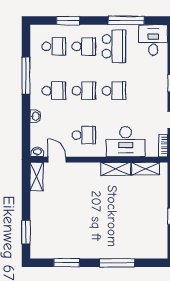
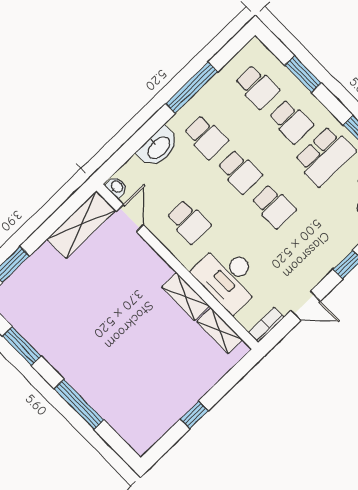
washbasin: (35, 116) -> (158, 147), width x1.91, depth x1.45
shelving: (36, 177) -> (81, 225), width x1.50, depth x1.33

